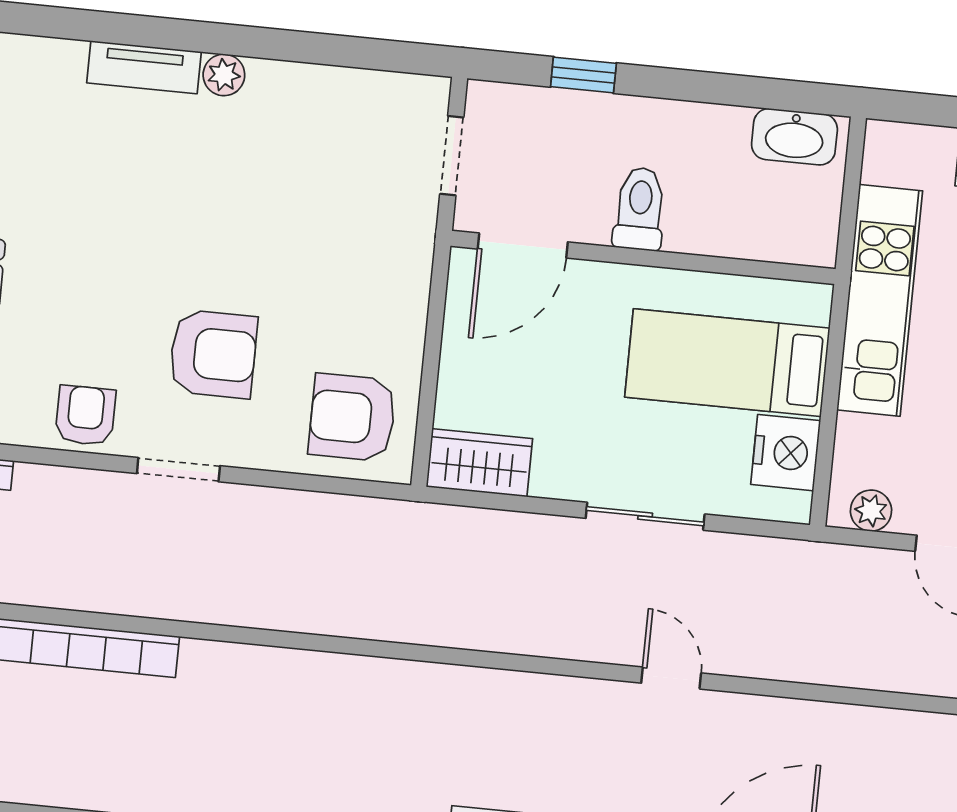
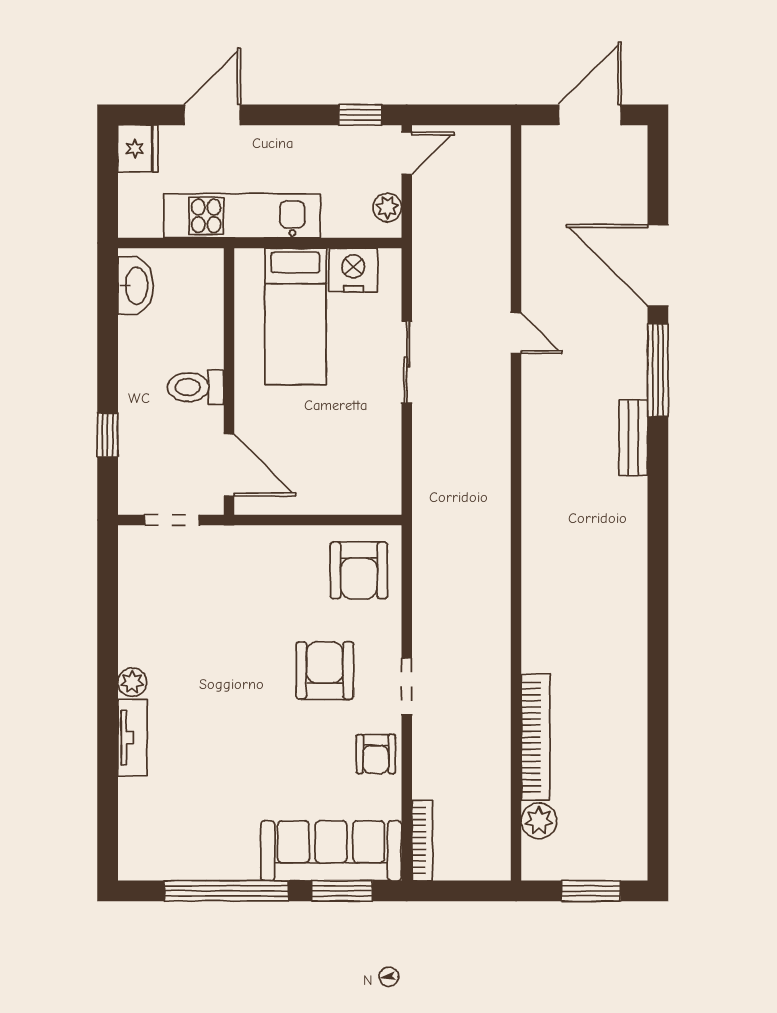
armchair: (85, 415) -> (376, 754), turned -90
wardrobe: (479, 463) -> (381, 480), removed
door: (671, 678) -> (516, 333), swing flipped

